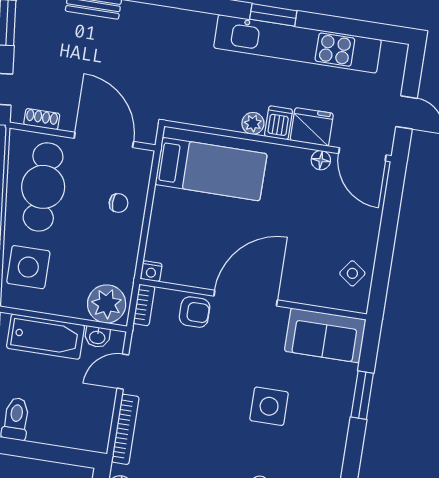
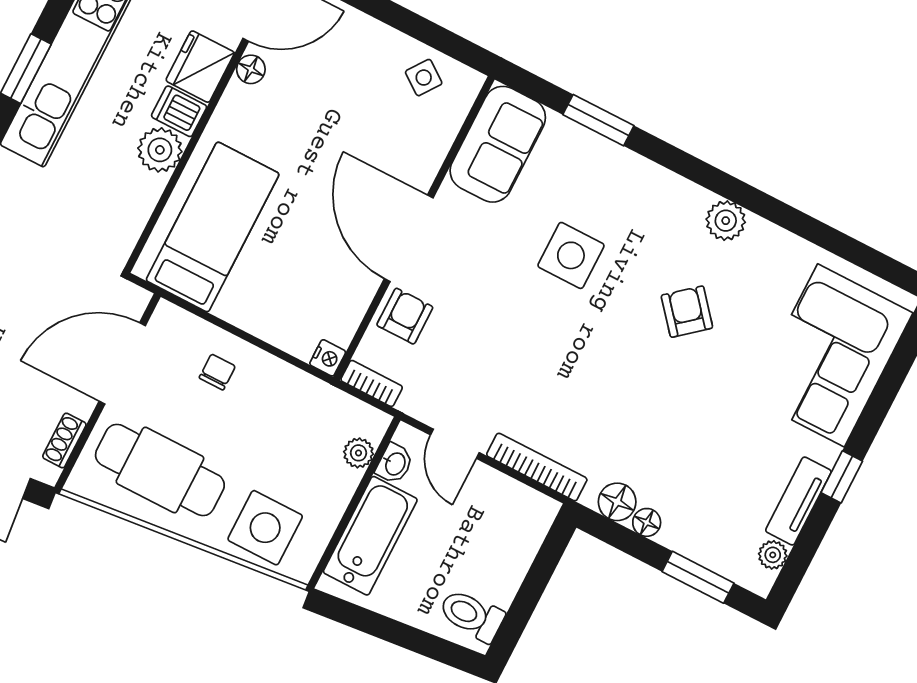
plant: (253, 123) -> (160, 150), width x1.38, depth x1.38
plant: (107, 304) -> (359, 453), width x0.53, depth x0.53

